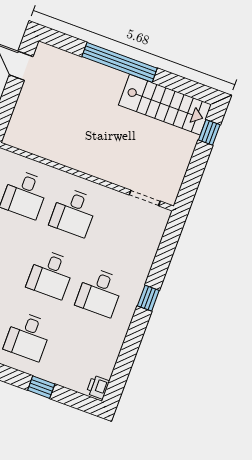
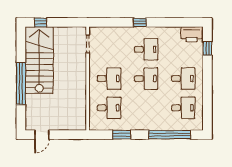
stairs: (165, 105) -> (39, 60), width x1.36, depth x1.51
window: (41, 387) -> (207, 48), moved
printer: (98, 387) -> (192, 34), width x1.87, depth x1.48

